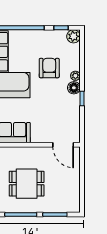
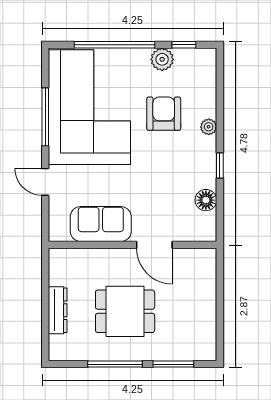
plant: (73, 36) -> (162, 59), moved
floor lamp: (74, 88) -> (206, 200), moved
door: (63, 145) -> (154, 245), moved

